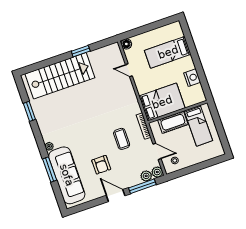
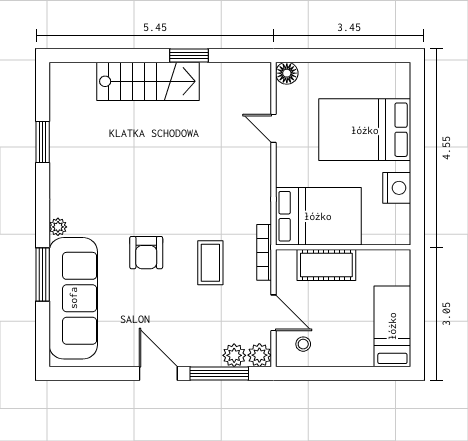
bed: (168, 52) -> (365, 130), width x1.50
stairs: (60, 76) -> (148, 81), width x0.73, depth x0.66
bed: (198, 126) -> (392, 326), moved, turned 180
armchair: (101, 165) -> (146, 253), moved

